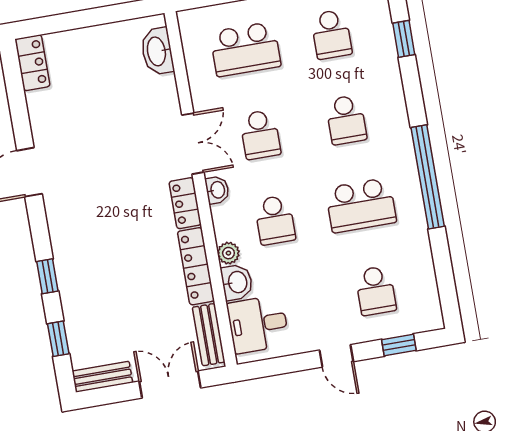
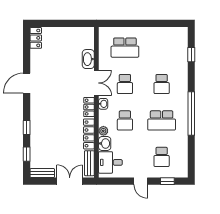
school desk: (331, 34) -> (162, 48), removed
washbasin: (157, 51) -> (88, 59), moved

